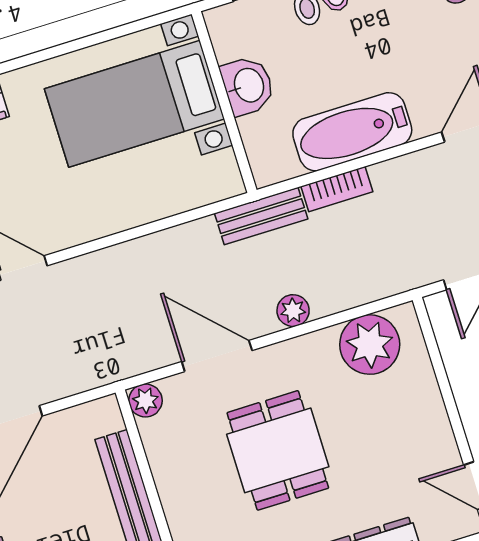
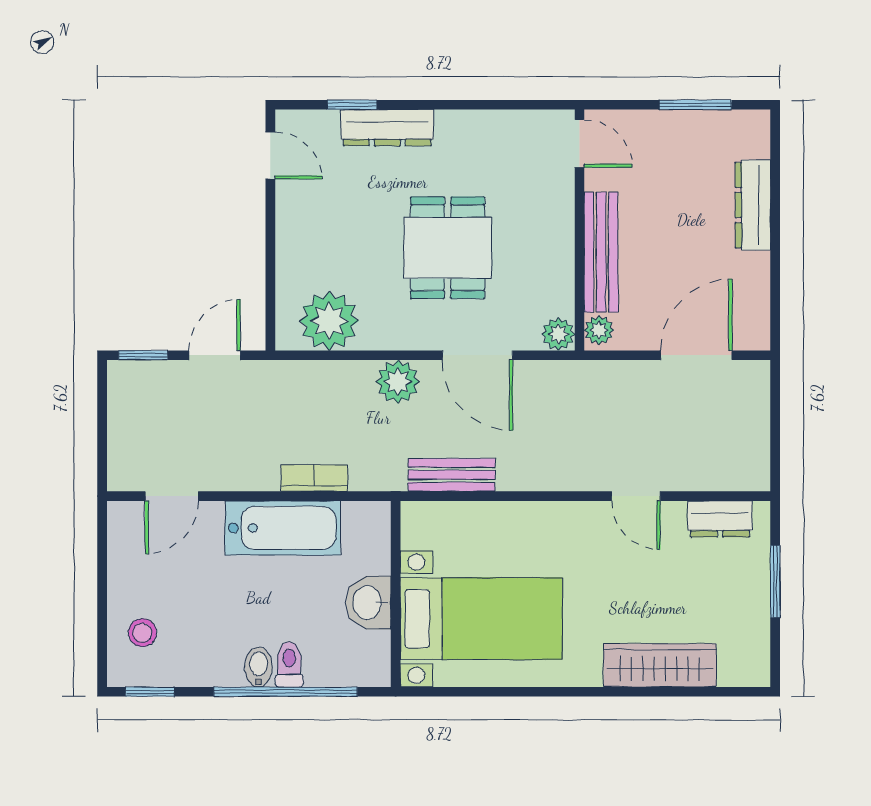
bench: (261, 216) -> (452, 475), moved
plant: (293, 311) -> (398, 382), width x1.38, depth x1.38
plant: (108, 417) -> (599, 330), added

